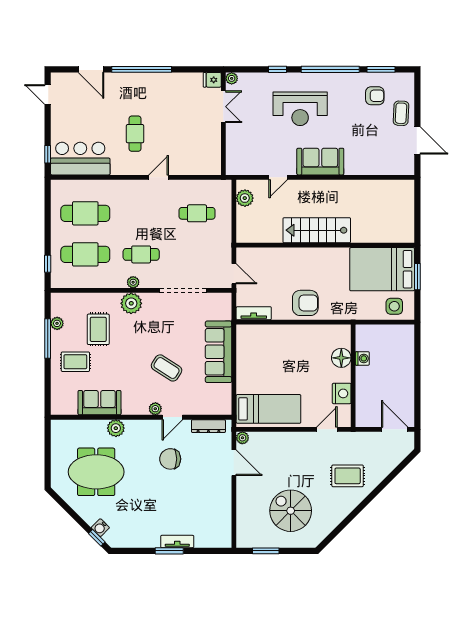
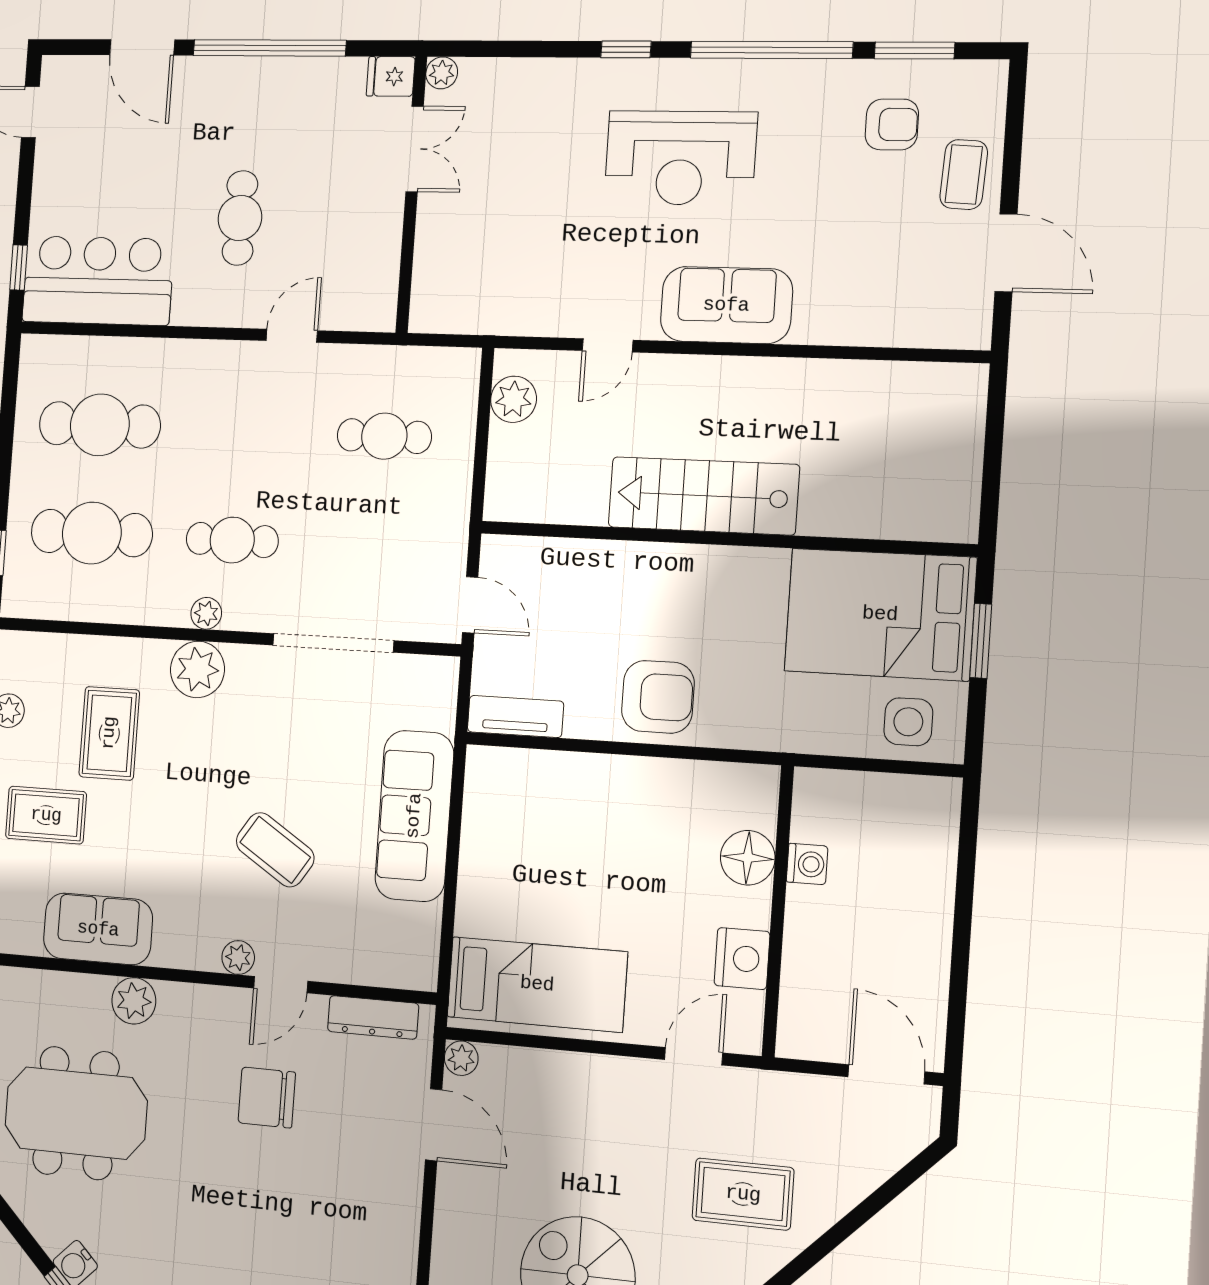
plant: (232, 78) -> (442, 73), moved
fridge: (212, 80) -> (391, 76), moved
double door: (223, 107) -> (415, 149), moved
wall: (223, 124) -> (411, 195), moved

